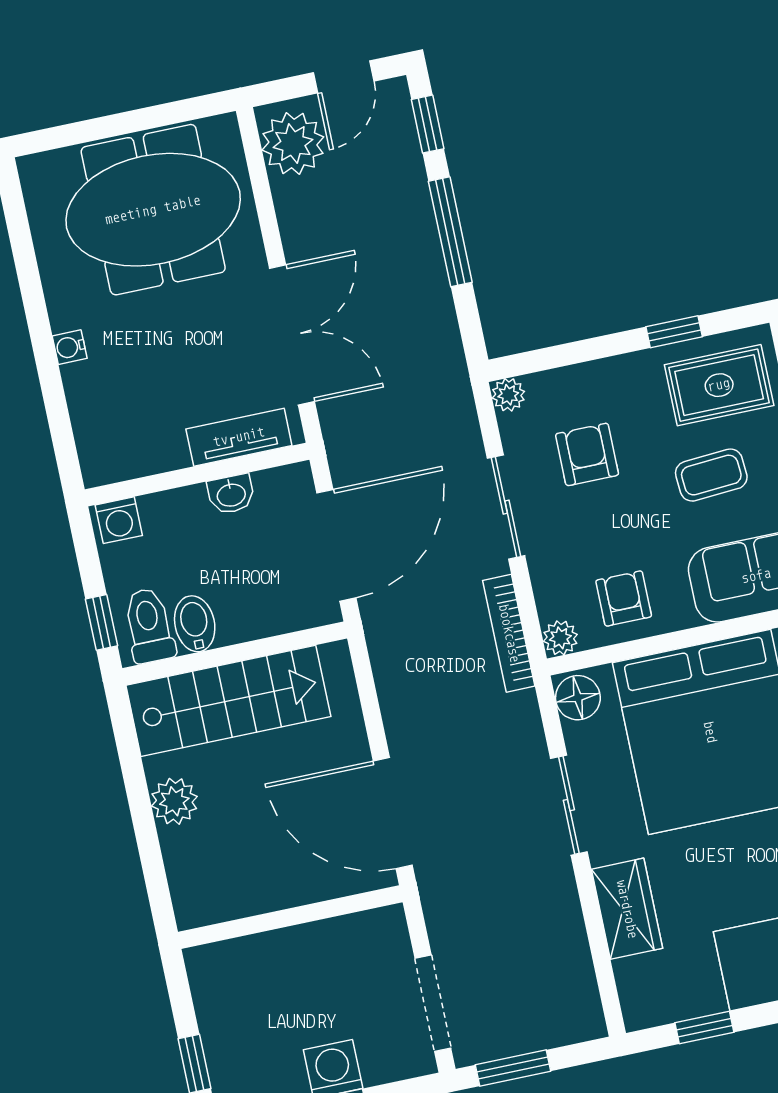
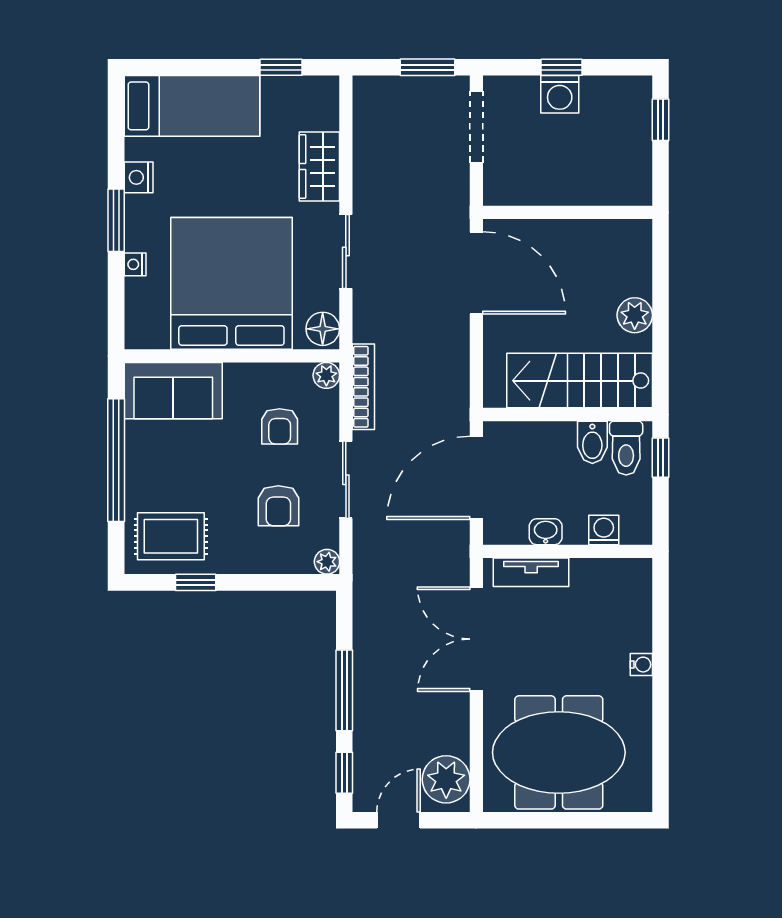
coffee table: (711, 475) -> (190, 472), removed
washing machine: (119, 520) -> (604, 530), moved
armchair: (624, 598) -> (280, 426), moved

